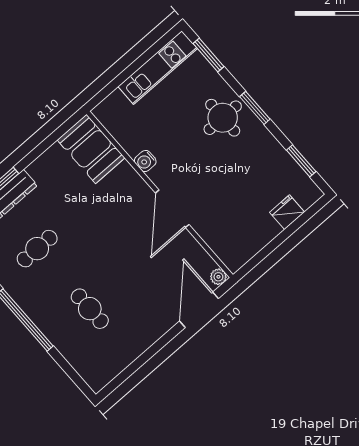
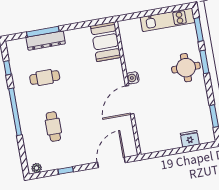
window: (255, 108) -> (204, 62), moved
water cooler: (145, 161) -> (133, 78), moved
plant: (218, 277) -> (37, 168), moved
window: (143, 359) -> (66, 171), added

